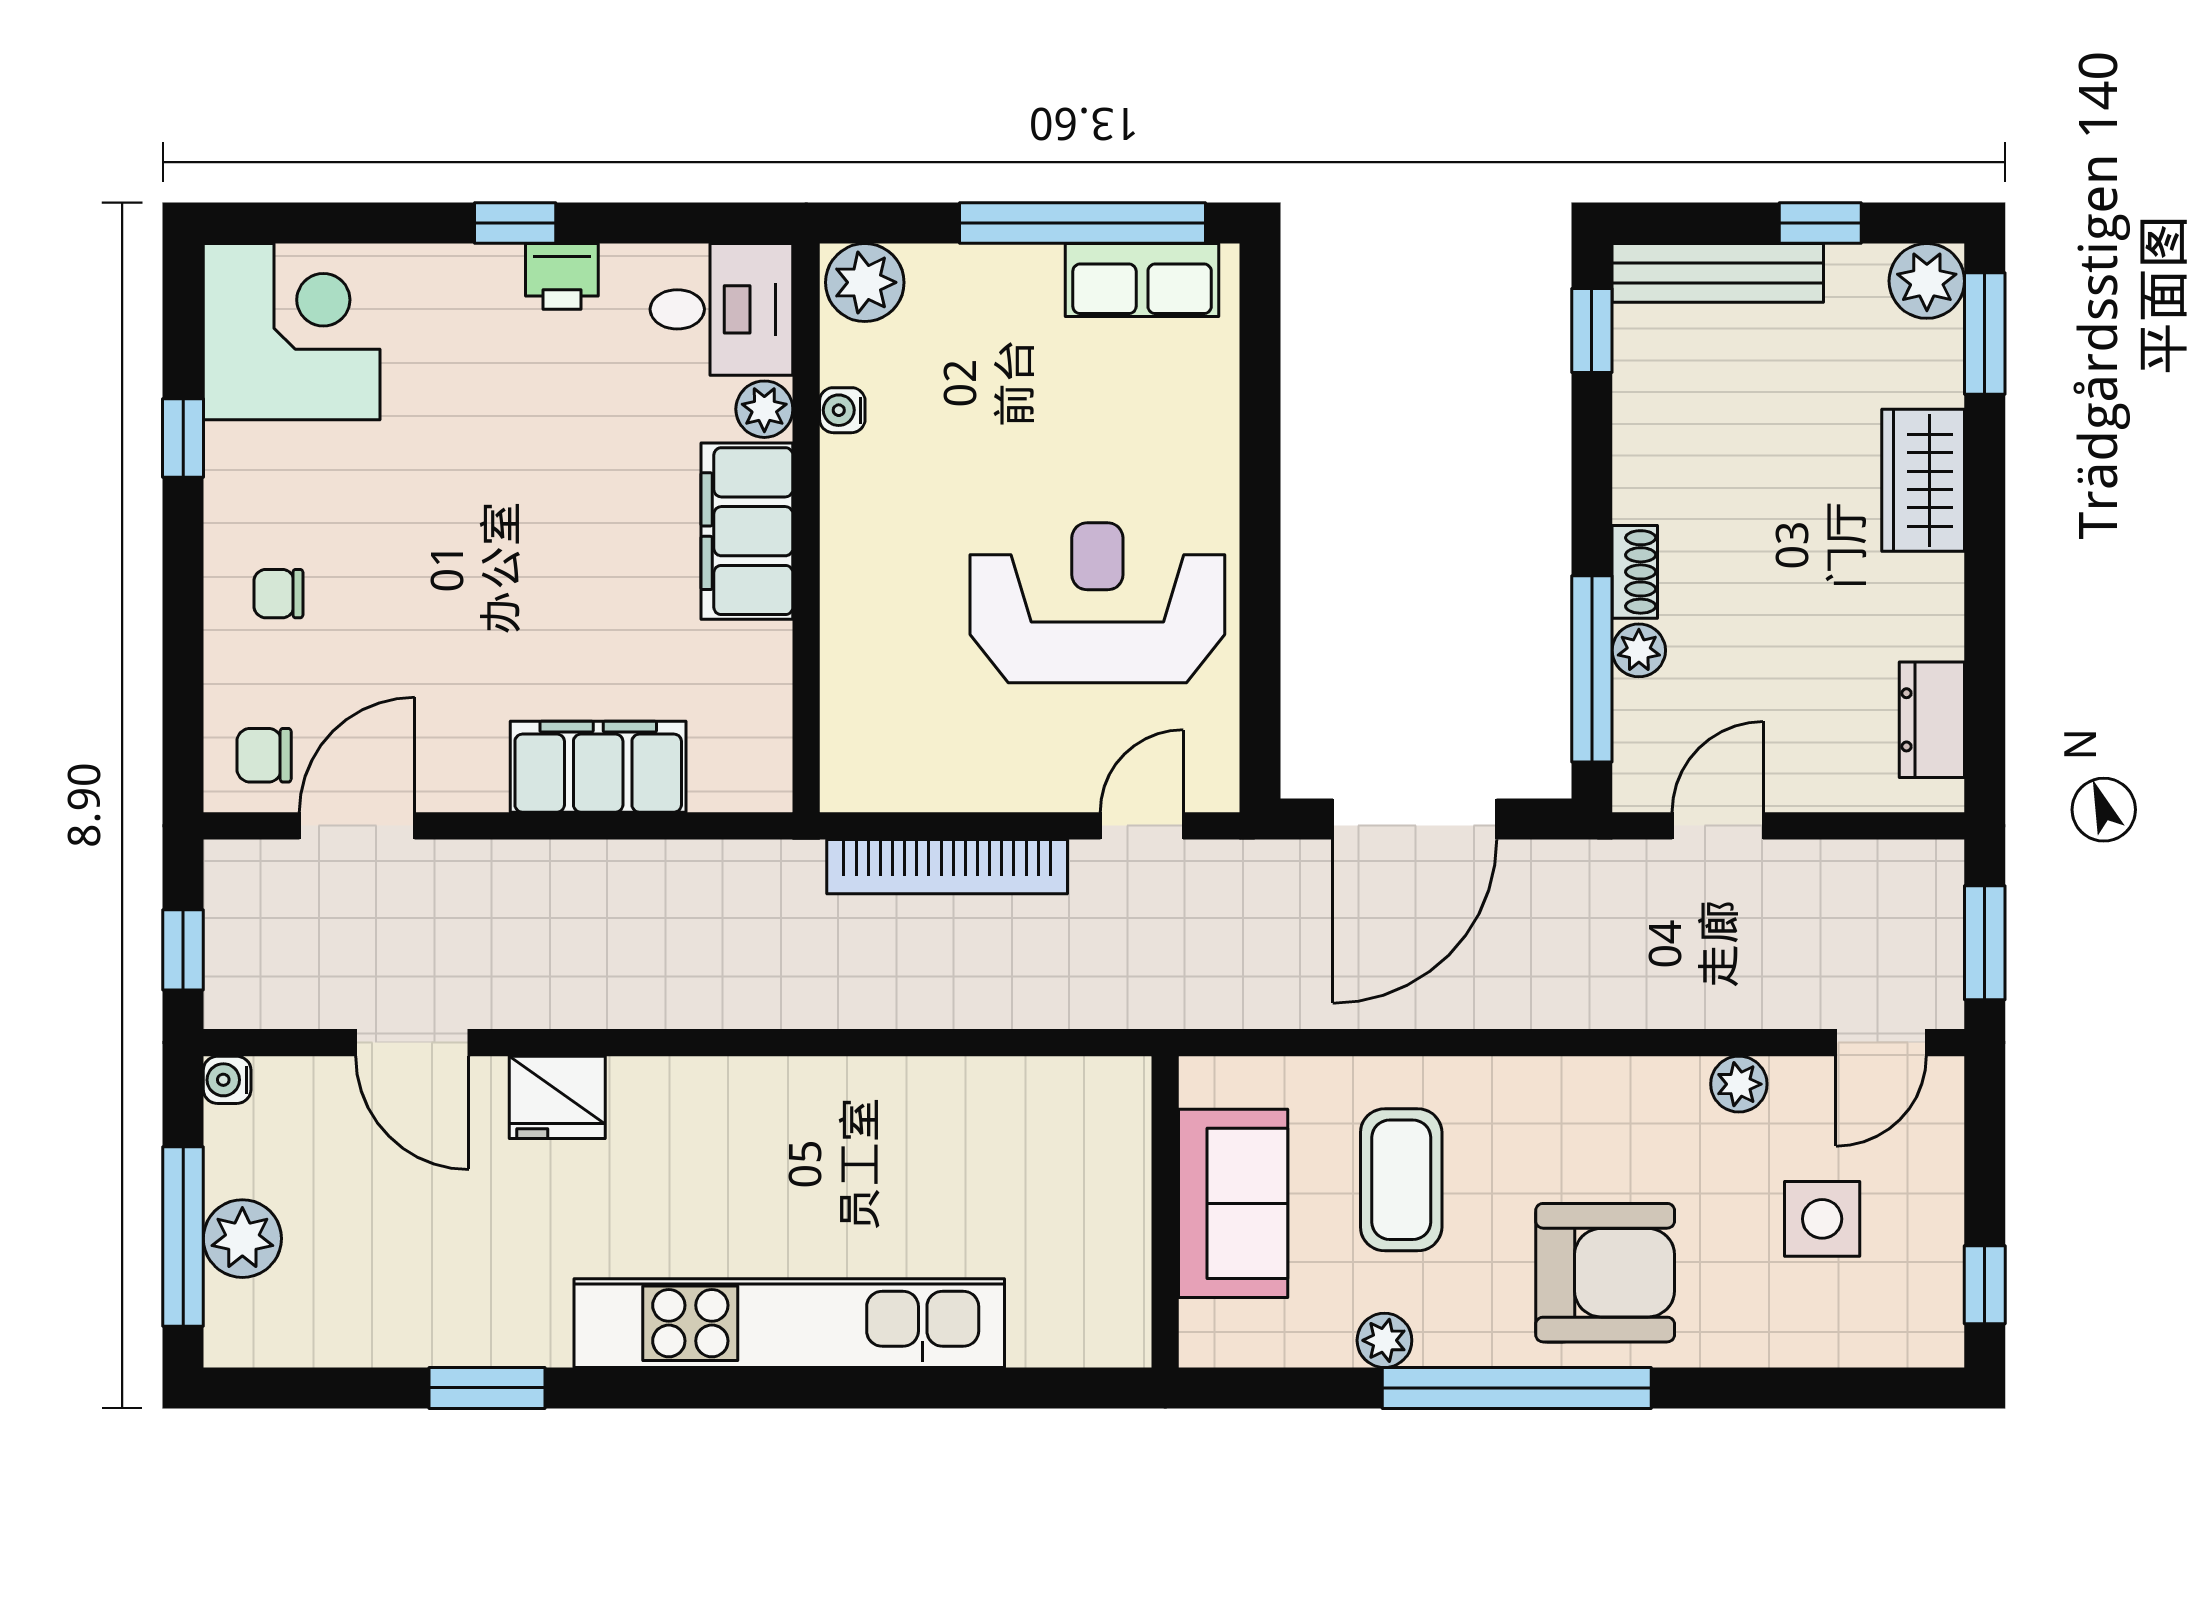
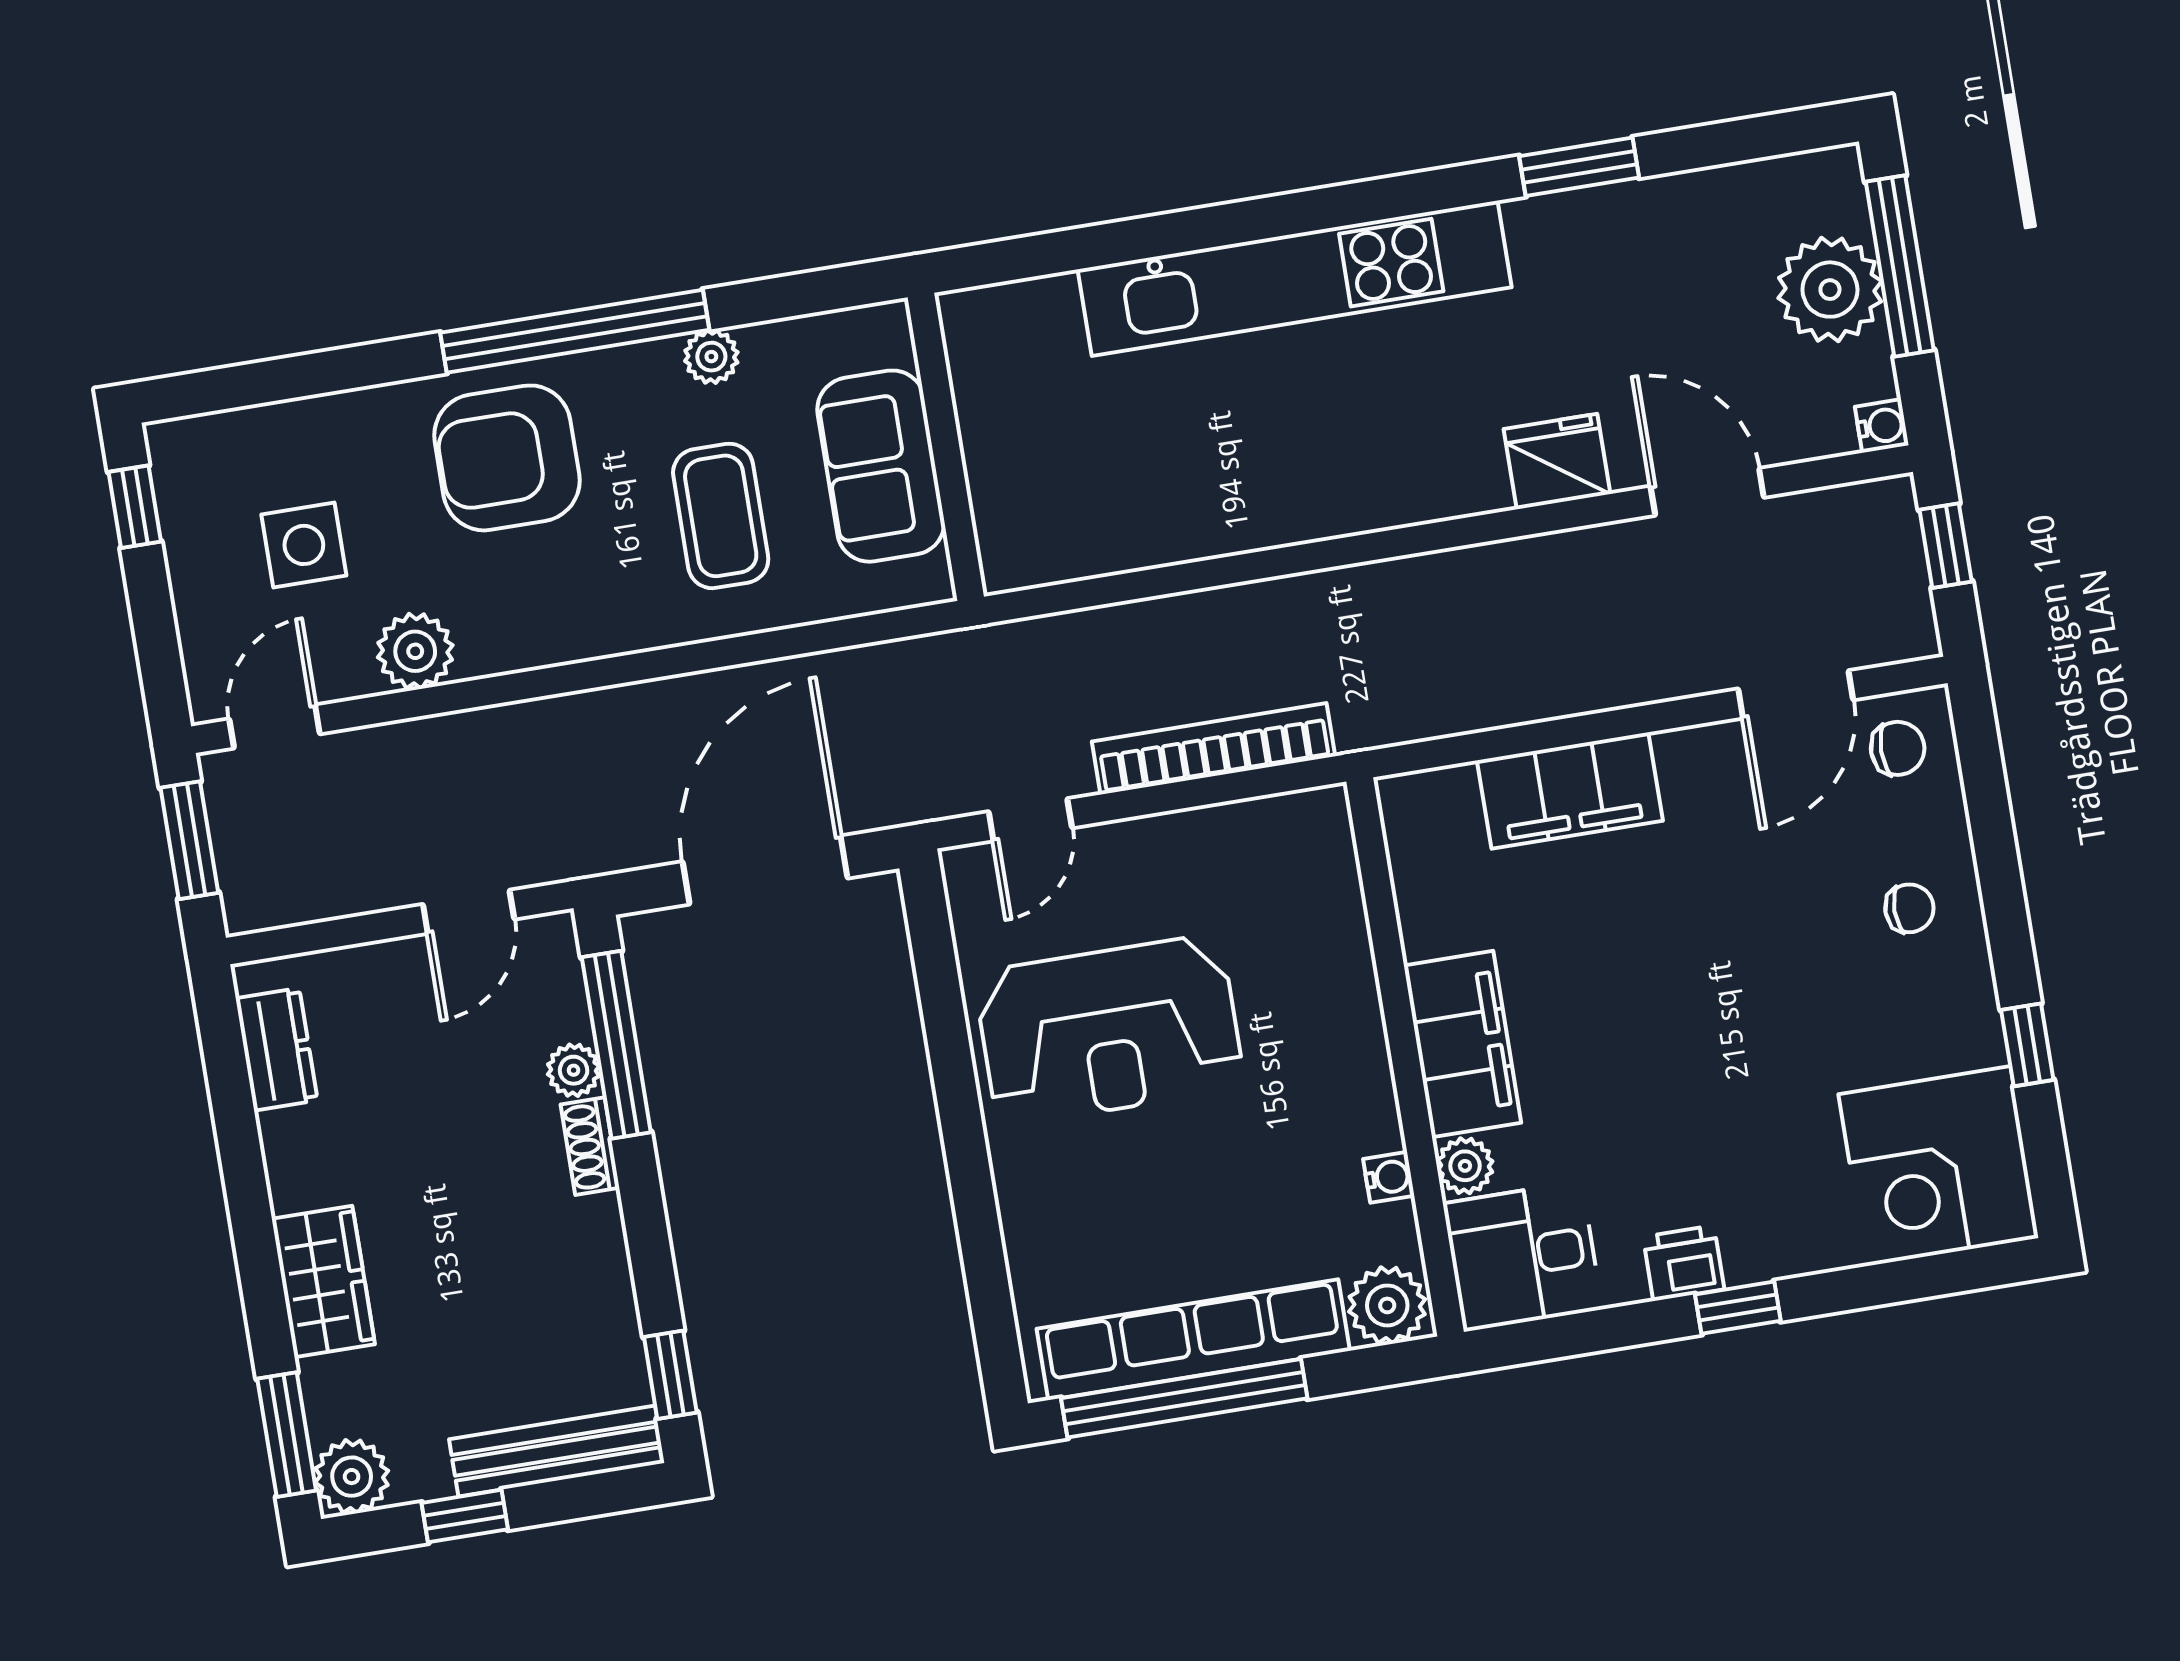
row of seats: (1142, 280) -> (1193, 1340), width x2.02
plant: (1739, 1084) -> (415, 651), width x1.38, depth x1.38
plant: (242, 1239) -> (1830, 290), width x1.36, depth x1.36

